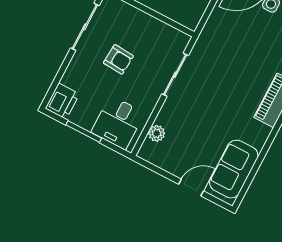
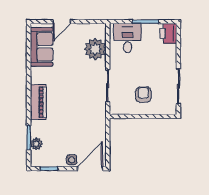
armchair: (118, 59) -> (143, 95), moved, turned 86
plant: (157, 133) -> (95, 49), width x1.87, depth x1.87

